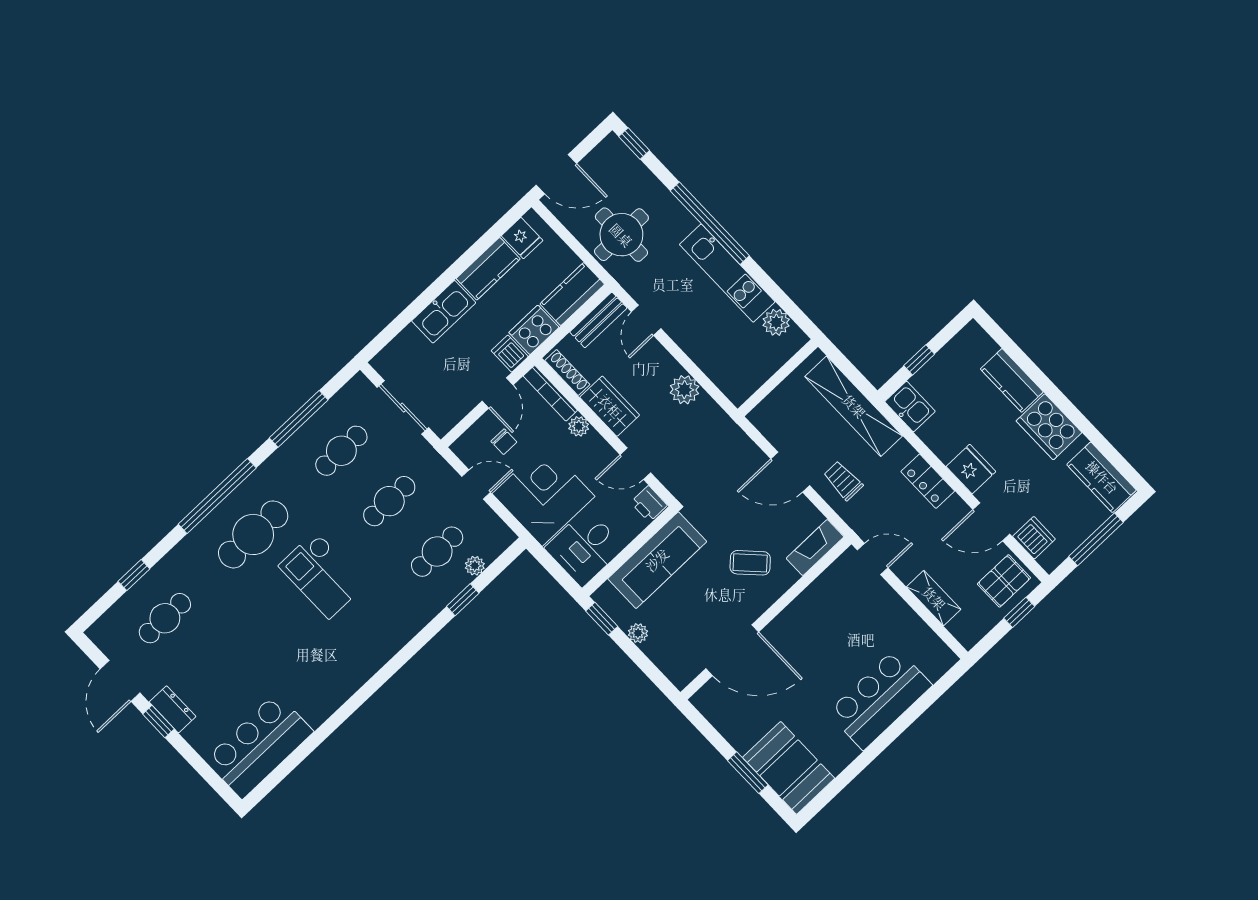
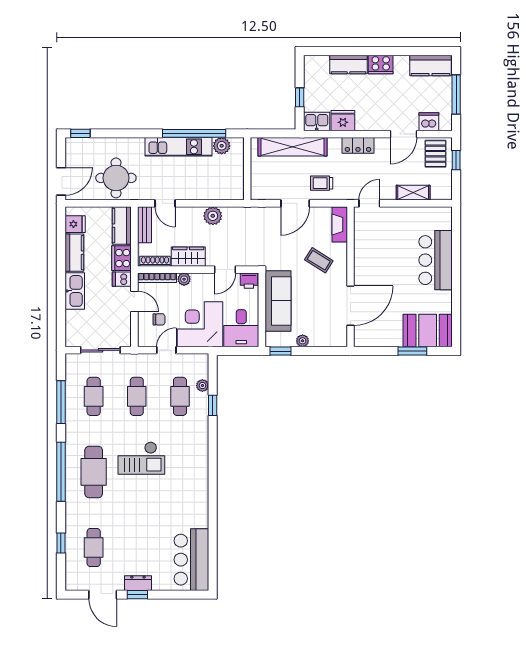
window: (710, 223) -> (194, 133), moved
cooker: (1049, 427) -> (381, 65), width x0.73, depth x0.76
fridge: (971, 469) -> (343, 121), moved
coffee table: (750, 563) -> (319, 260), turned 76

